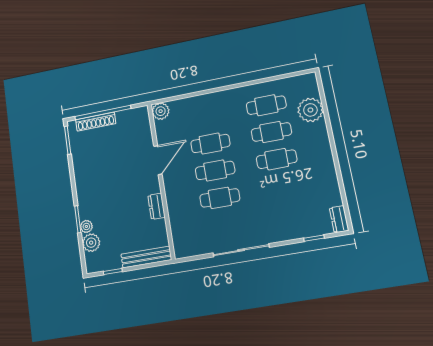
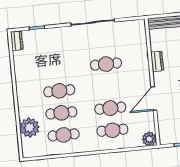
cafe table: (215, 170) -> (112, 130), moved

